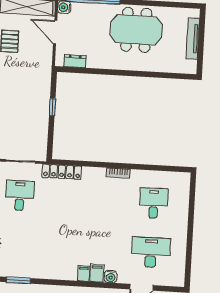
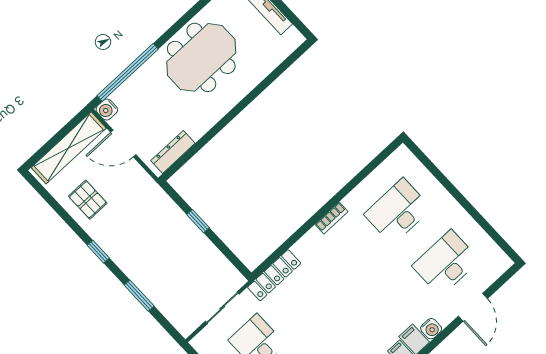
dresser: (75, 61) -> (173, 152), width x1.44
desk: (154, 203) -> (398, 211), width x1.37

